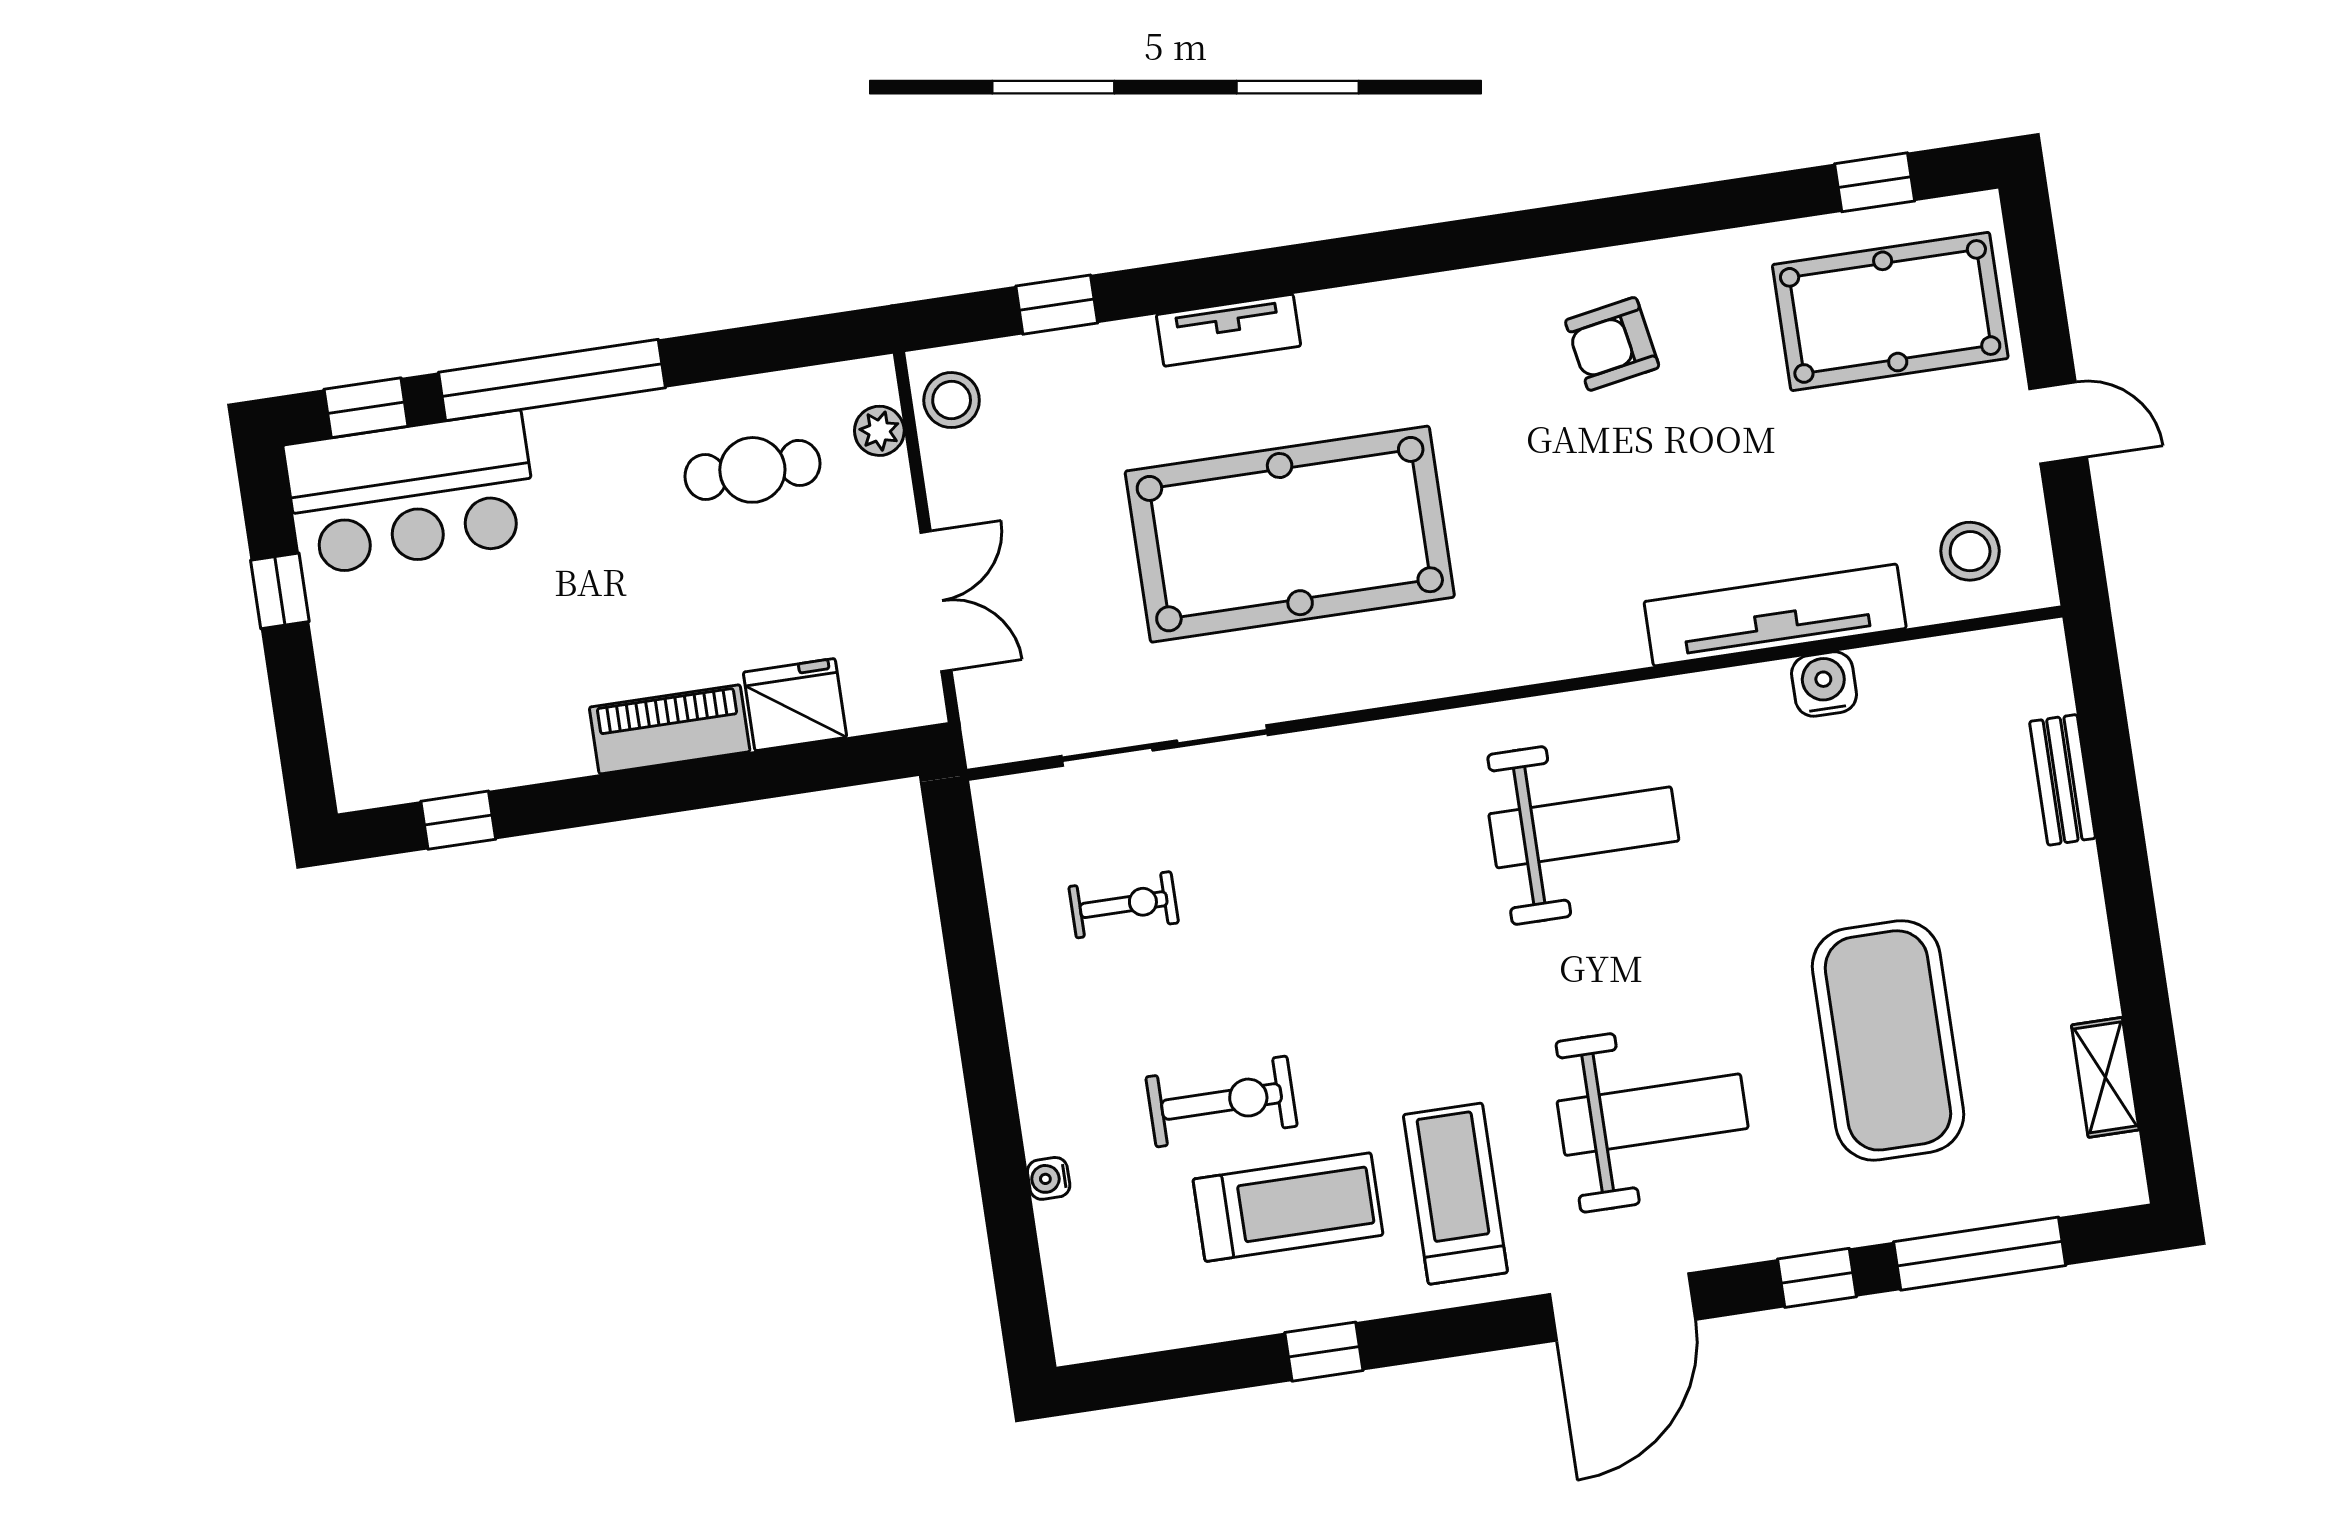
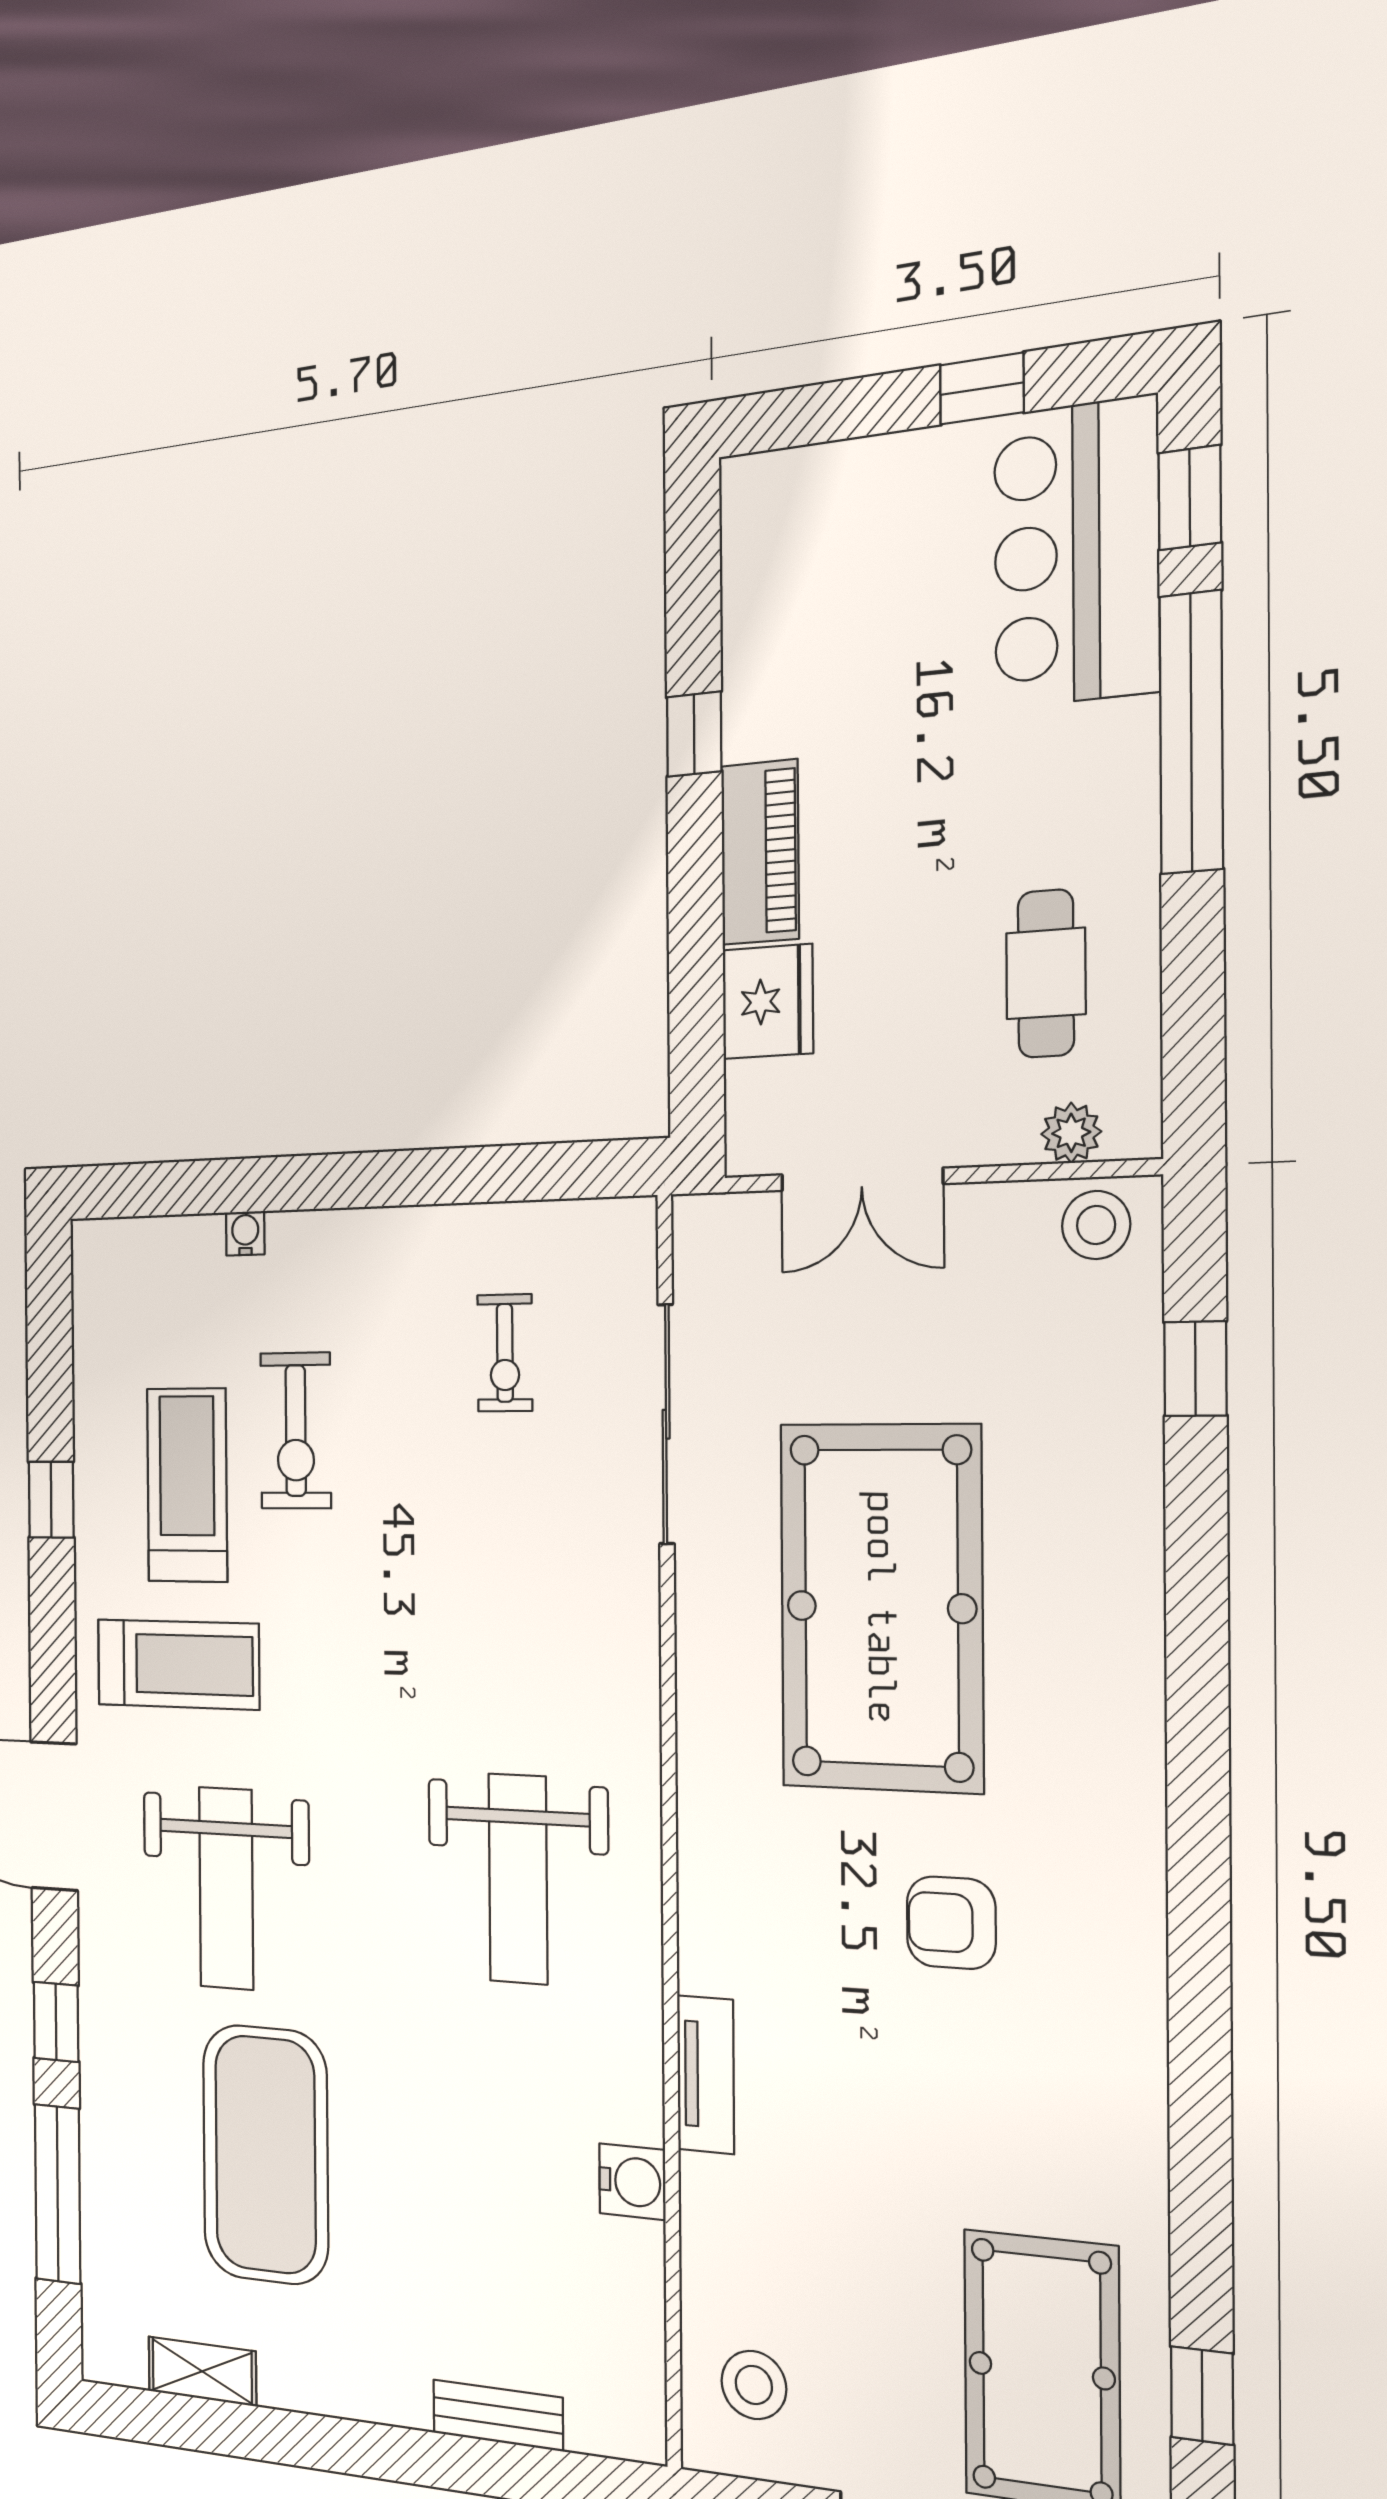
tv unit: (1228, 330) -> (1133, 1574), removed
armchair: (1612, 344) -> (951, 1923), moved, turned -80
tv unit: (1775, 615) -> (706, 2075), width x0.52, depth x0.78
window: (458, 820) -> (694, 734), moved
exercise mat: (1888, 1040) -> (265, 2154), turned 90
treadmill: (1288, 1207) -> (187, 1485), turned 180

